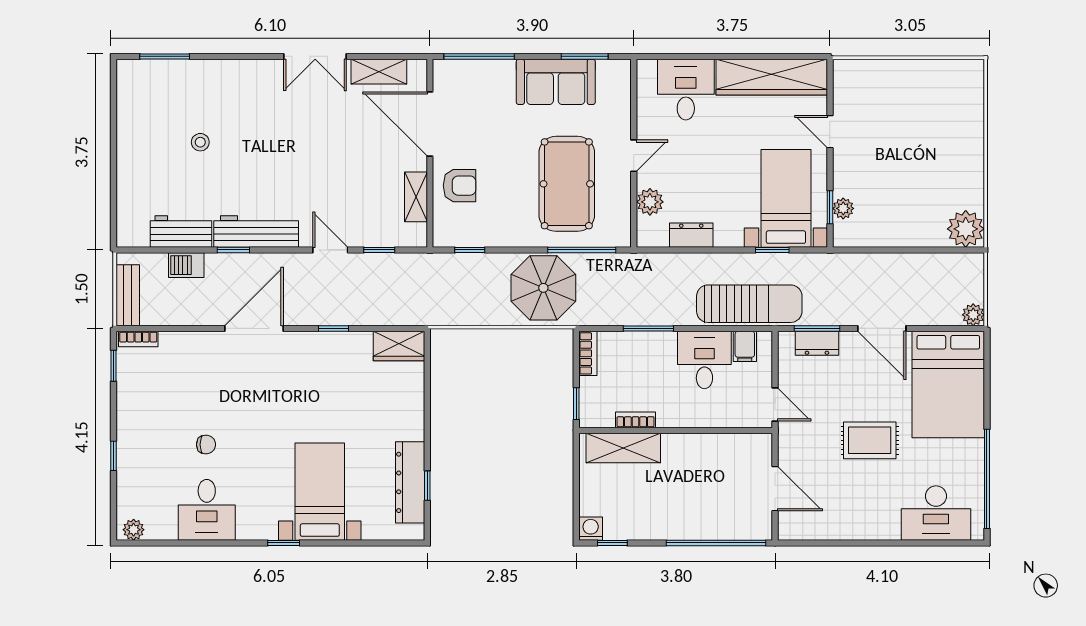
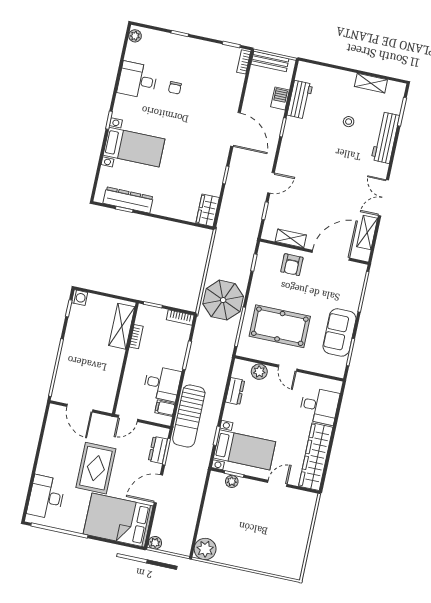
shelving: (128, 119) -> (371, 83), added
workbench: (256, 231) -> (385, 138), moved, turned 180
rug: (870, 440) -> (96, 468), width x1.36, depth x1.43
door: (775, 489) -> (80, 408), hinge flipped

